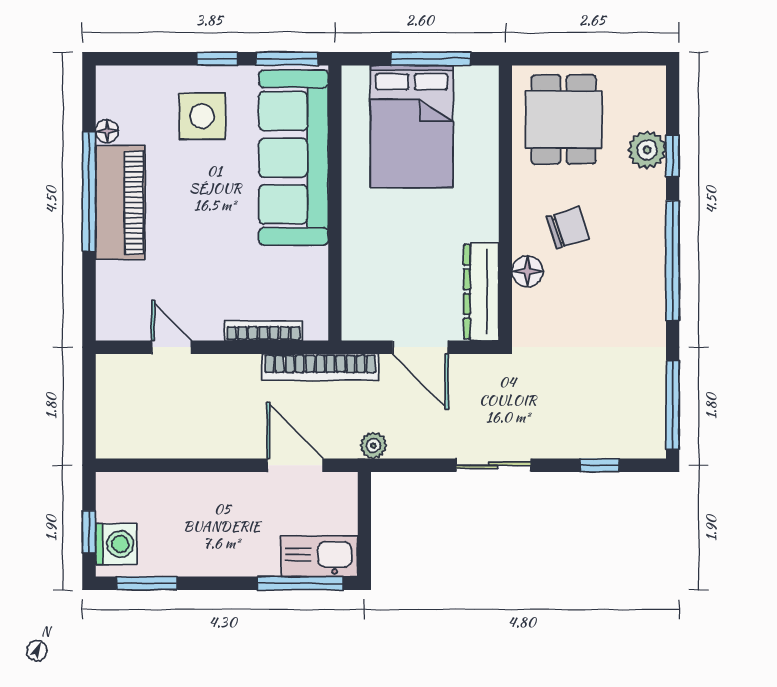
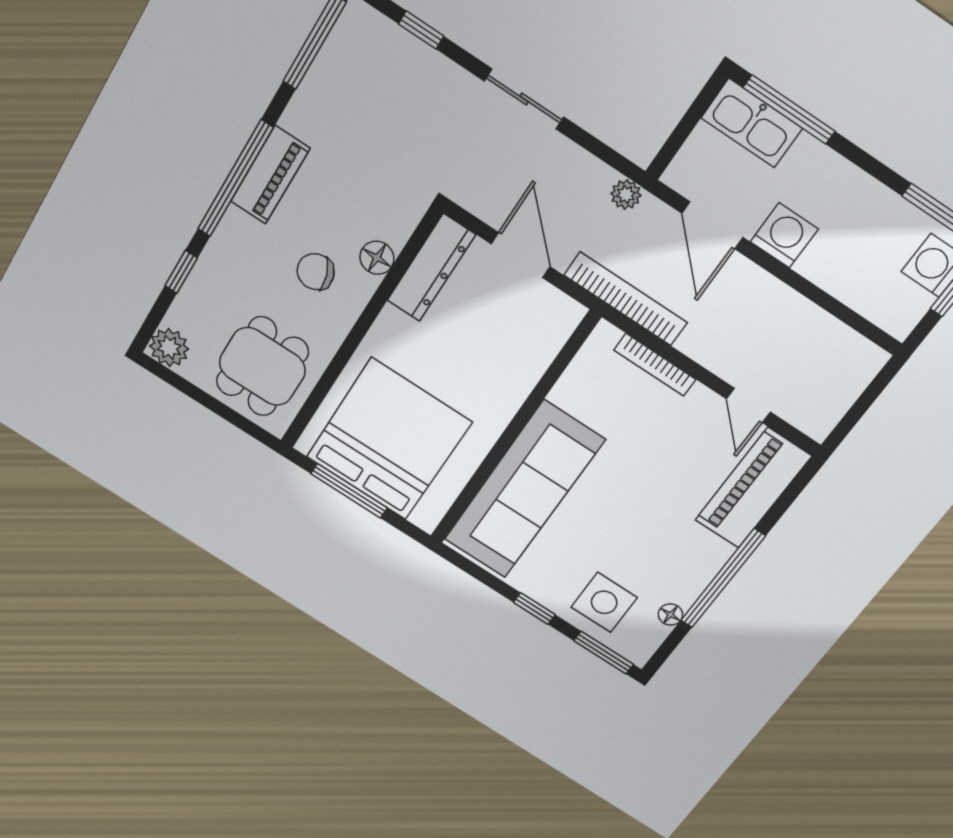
window: (287, 59) -> (604, 653), moved
side table: (202, 116) -> (604, 602), moved
bed: (412, 126) -> (389, 440), width x1.36
plant: (647, 150) -> (169, 348), moved
piano: (120, 203) -> (753, 488), moved
piano: (647, 282) -> (270, 175), added
washing machine: (239, 493) -> (784, 235), added

